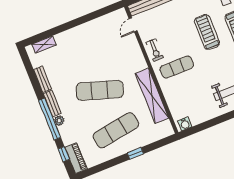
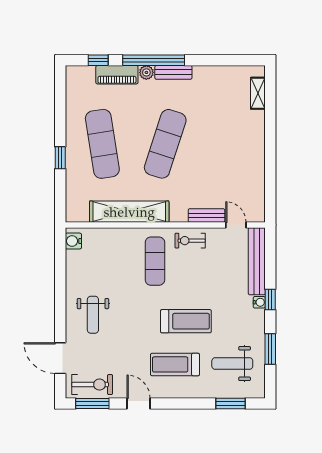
bench: (43, 79) -> (206, 215), moved
piano: (76, 158) -> (117, 75), moved

